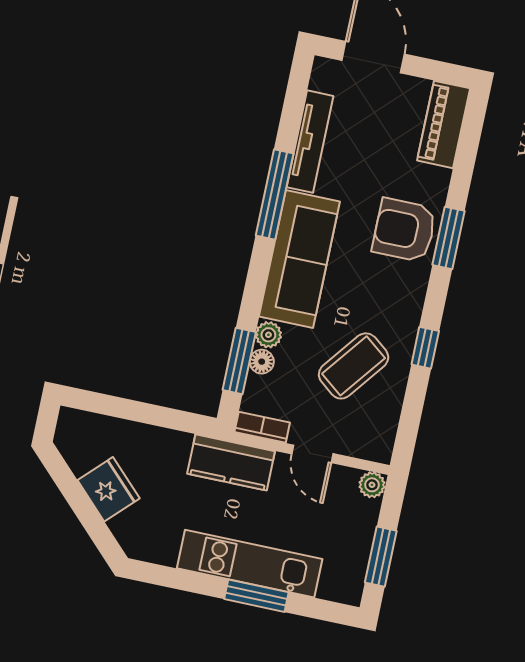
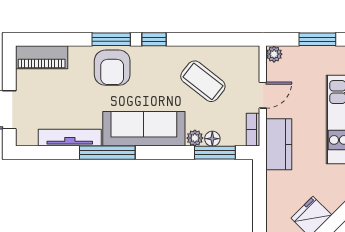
window: (425, 348) -> (154, 39), moved

